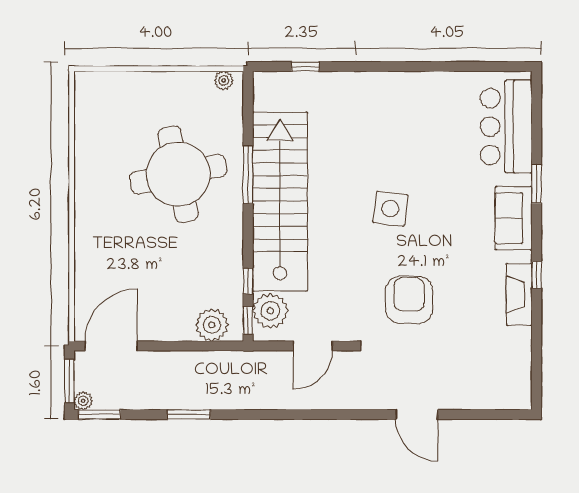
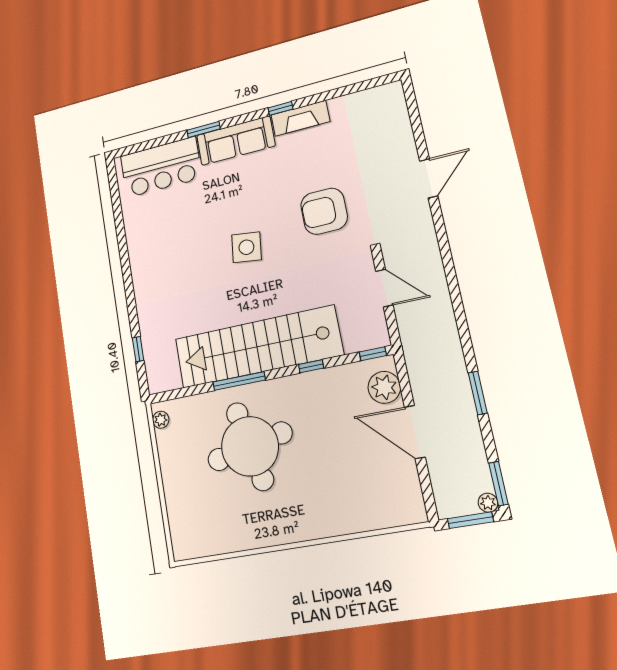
sofa: (514, 218) -> (236, 141), width x1.36
window: (248, 281) -> (311, 366), moved
plant: (270, 311) -> (359, 335), removed
door: (111, 346) -> (415, 432), moved

